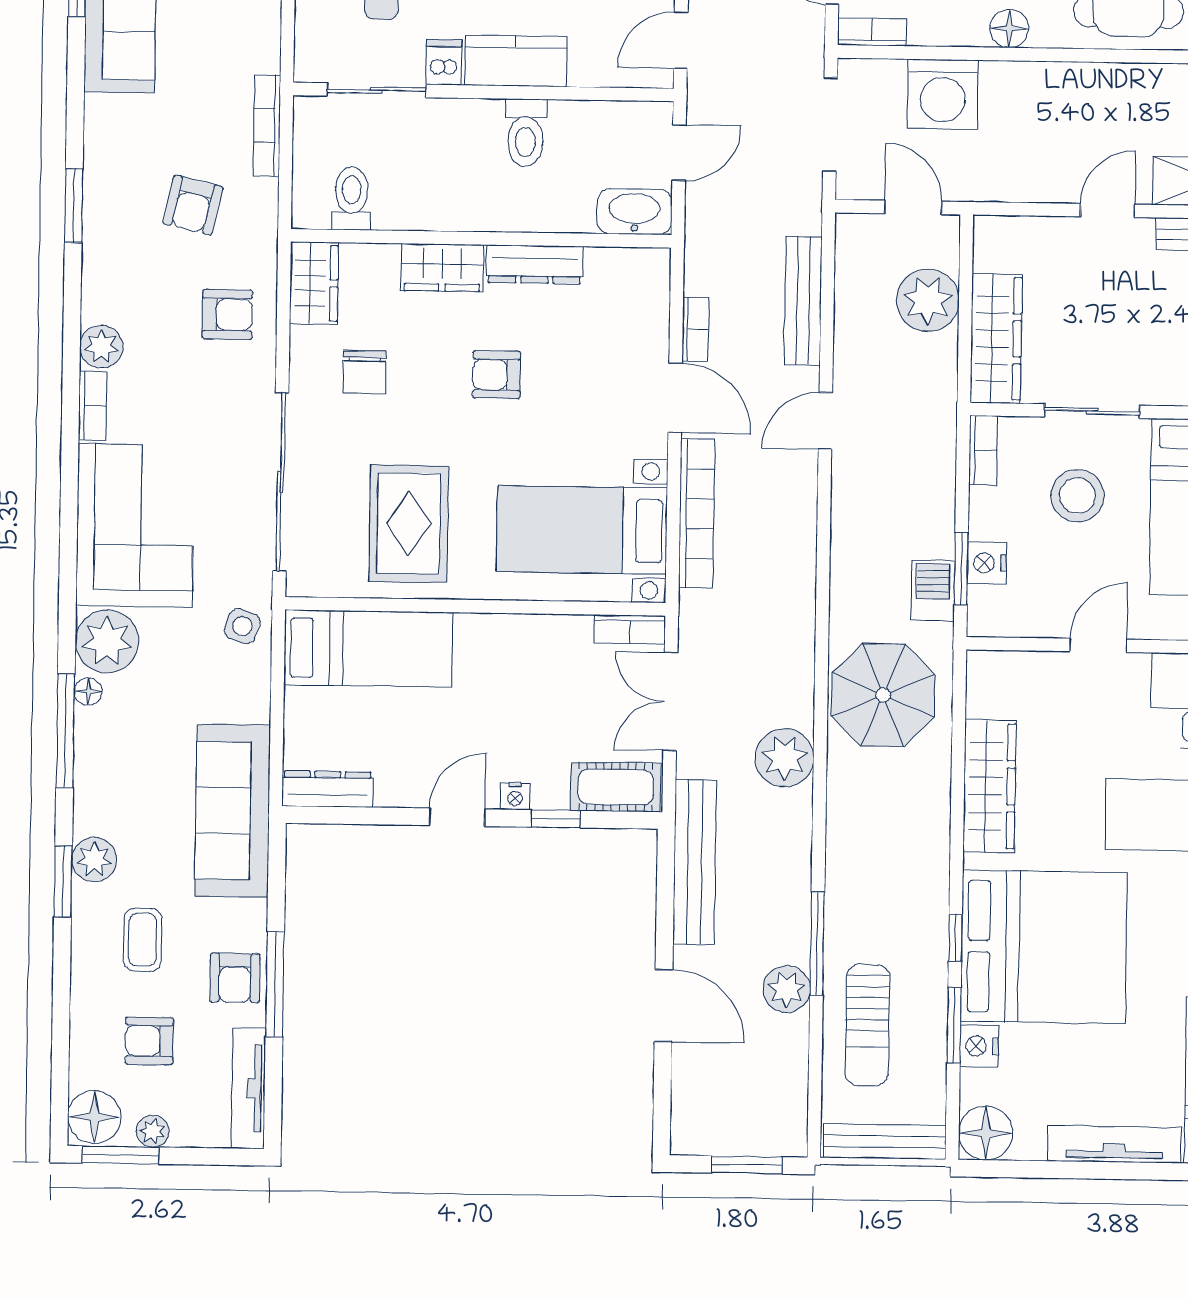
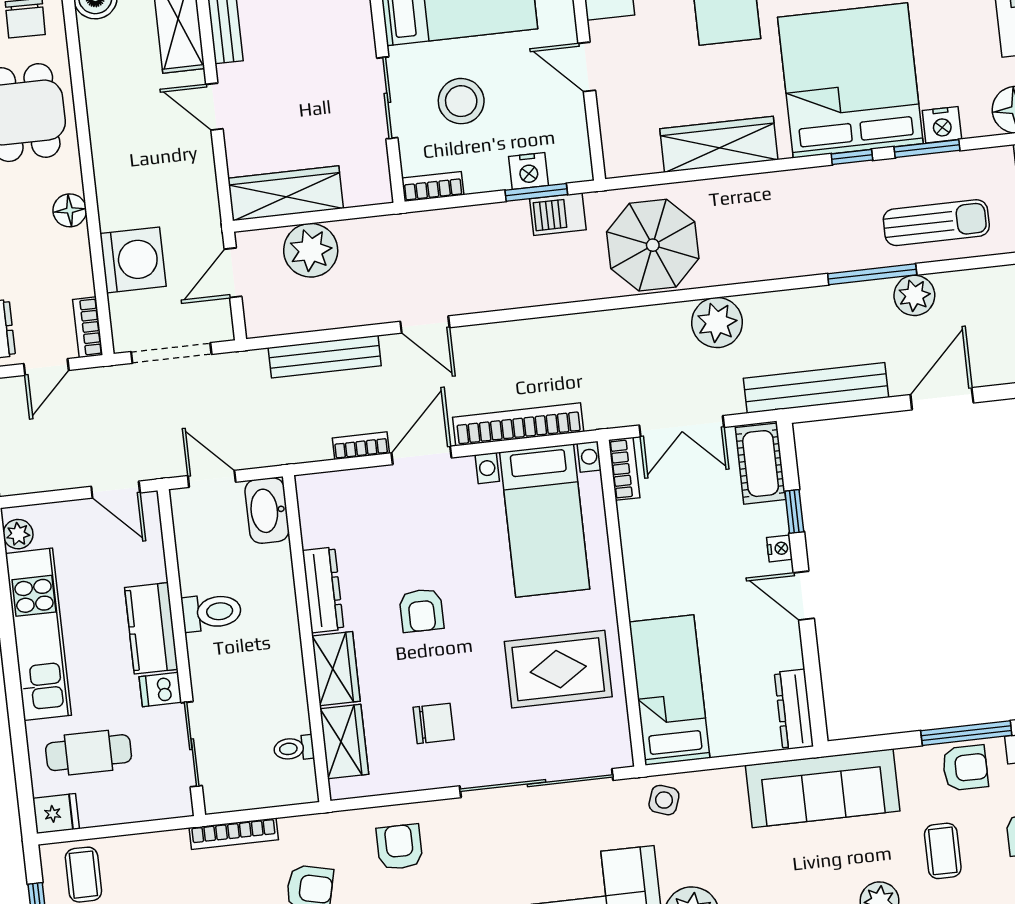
toilet: (351, 198) -> (294, 748), width x0.73, depth x0.72
wardrobe: (314, 283) -> (344, 742), moved, turned 90
wardrobe: (996, 338) -> (286, 193), moved
coffee table: (143, 940) -> (943, 851), turned 90

